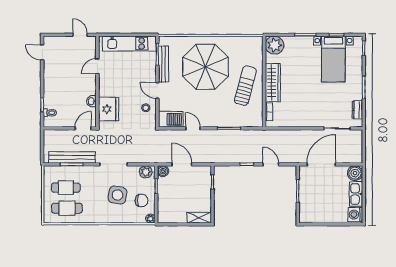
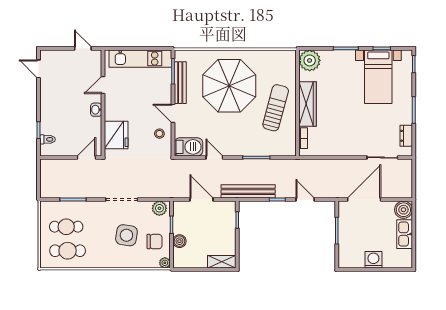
washbasin: (91, 101) -> (96, 110), moved
bench: (72, 157) -> (248, 191), moved
boiler: (163, 171) -> (179, 241), moved
washing machine: (355, 215) -> (373, 260), moved, turned 90

